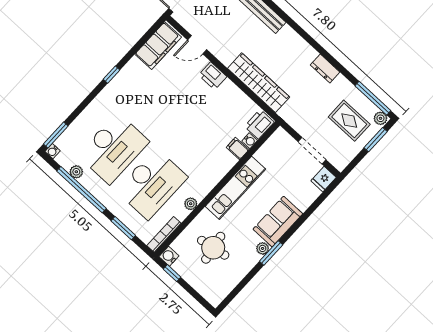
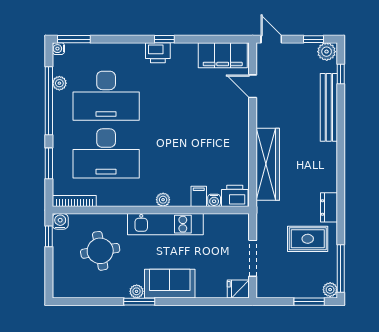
printer: (213, 76) -> (158, 53), moved, turned -90
rug: (349, 121) -> (308, 239), moved, turned 90
plant: (191, 204) -> (163, 200), moved

